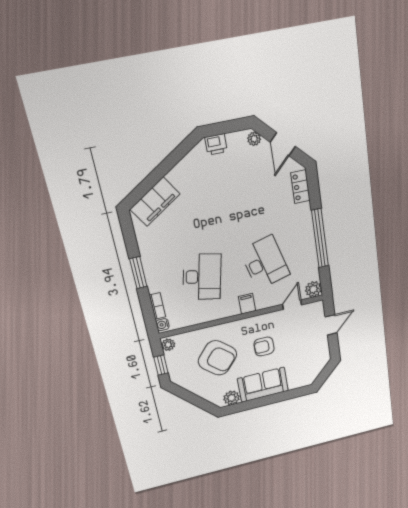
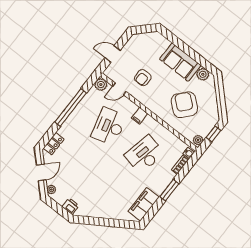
filing cabinet: (155, 202) -> (144, 204), moved, turned -57
armchair: (264, 346) -> (143, 78), moved, turned 90

